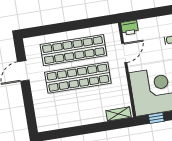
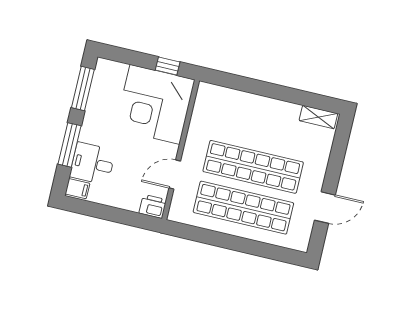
shelving: (118, 114) -> (318, 117), moved

